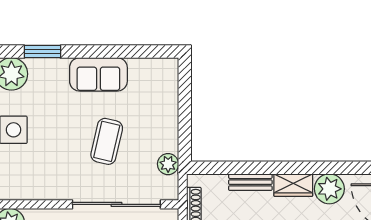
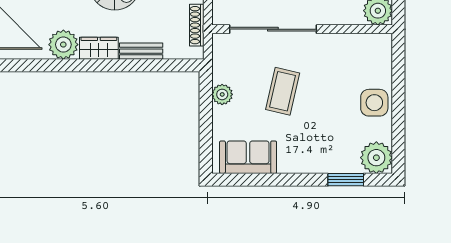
sofa: (98, 74) -> (248, 157), moved
plant: (168, 164) -> (222, 94), moved

